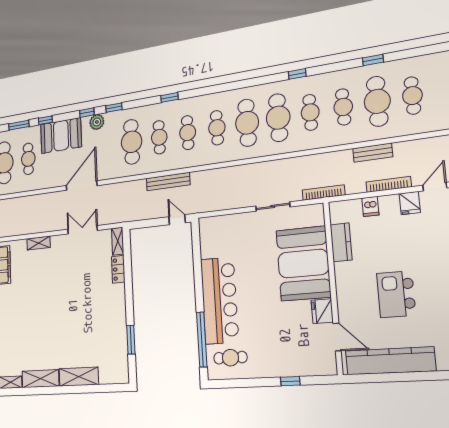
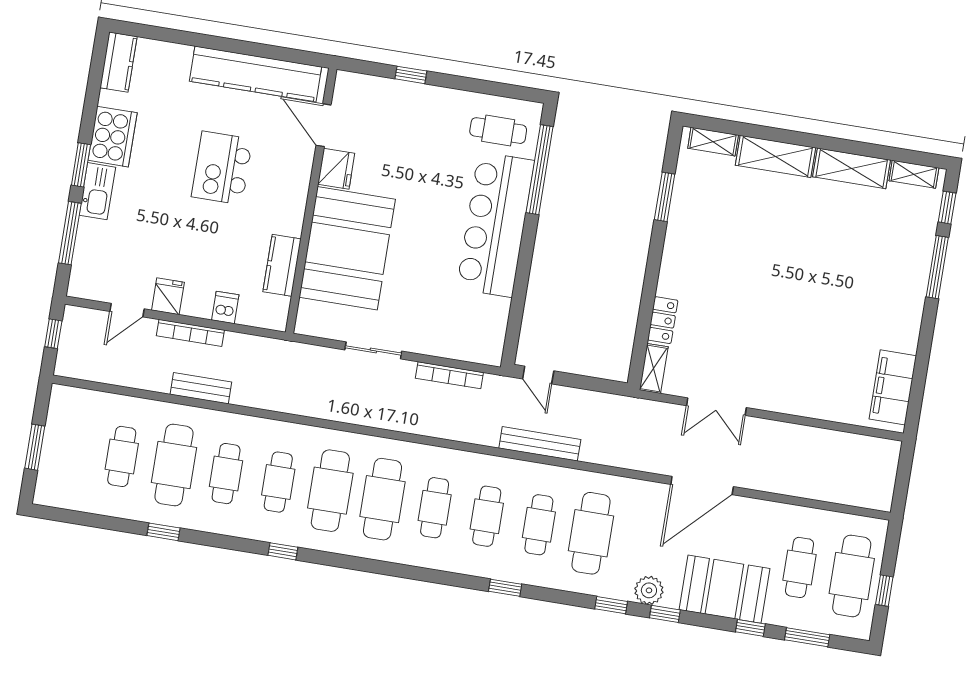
bookcase: (323, 193) -> (449, 375), moved
shelving: (39, 243) -> (713, 142), moved
kitchen island: (396, 294) -> (222, 168), turned 180

